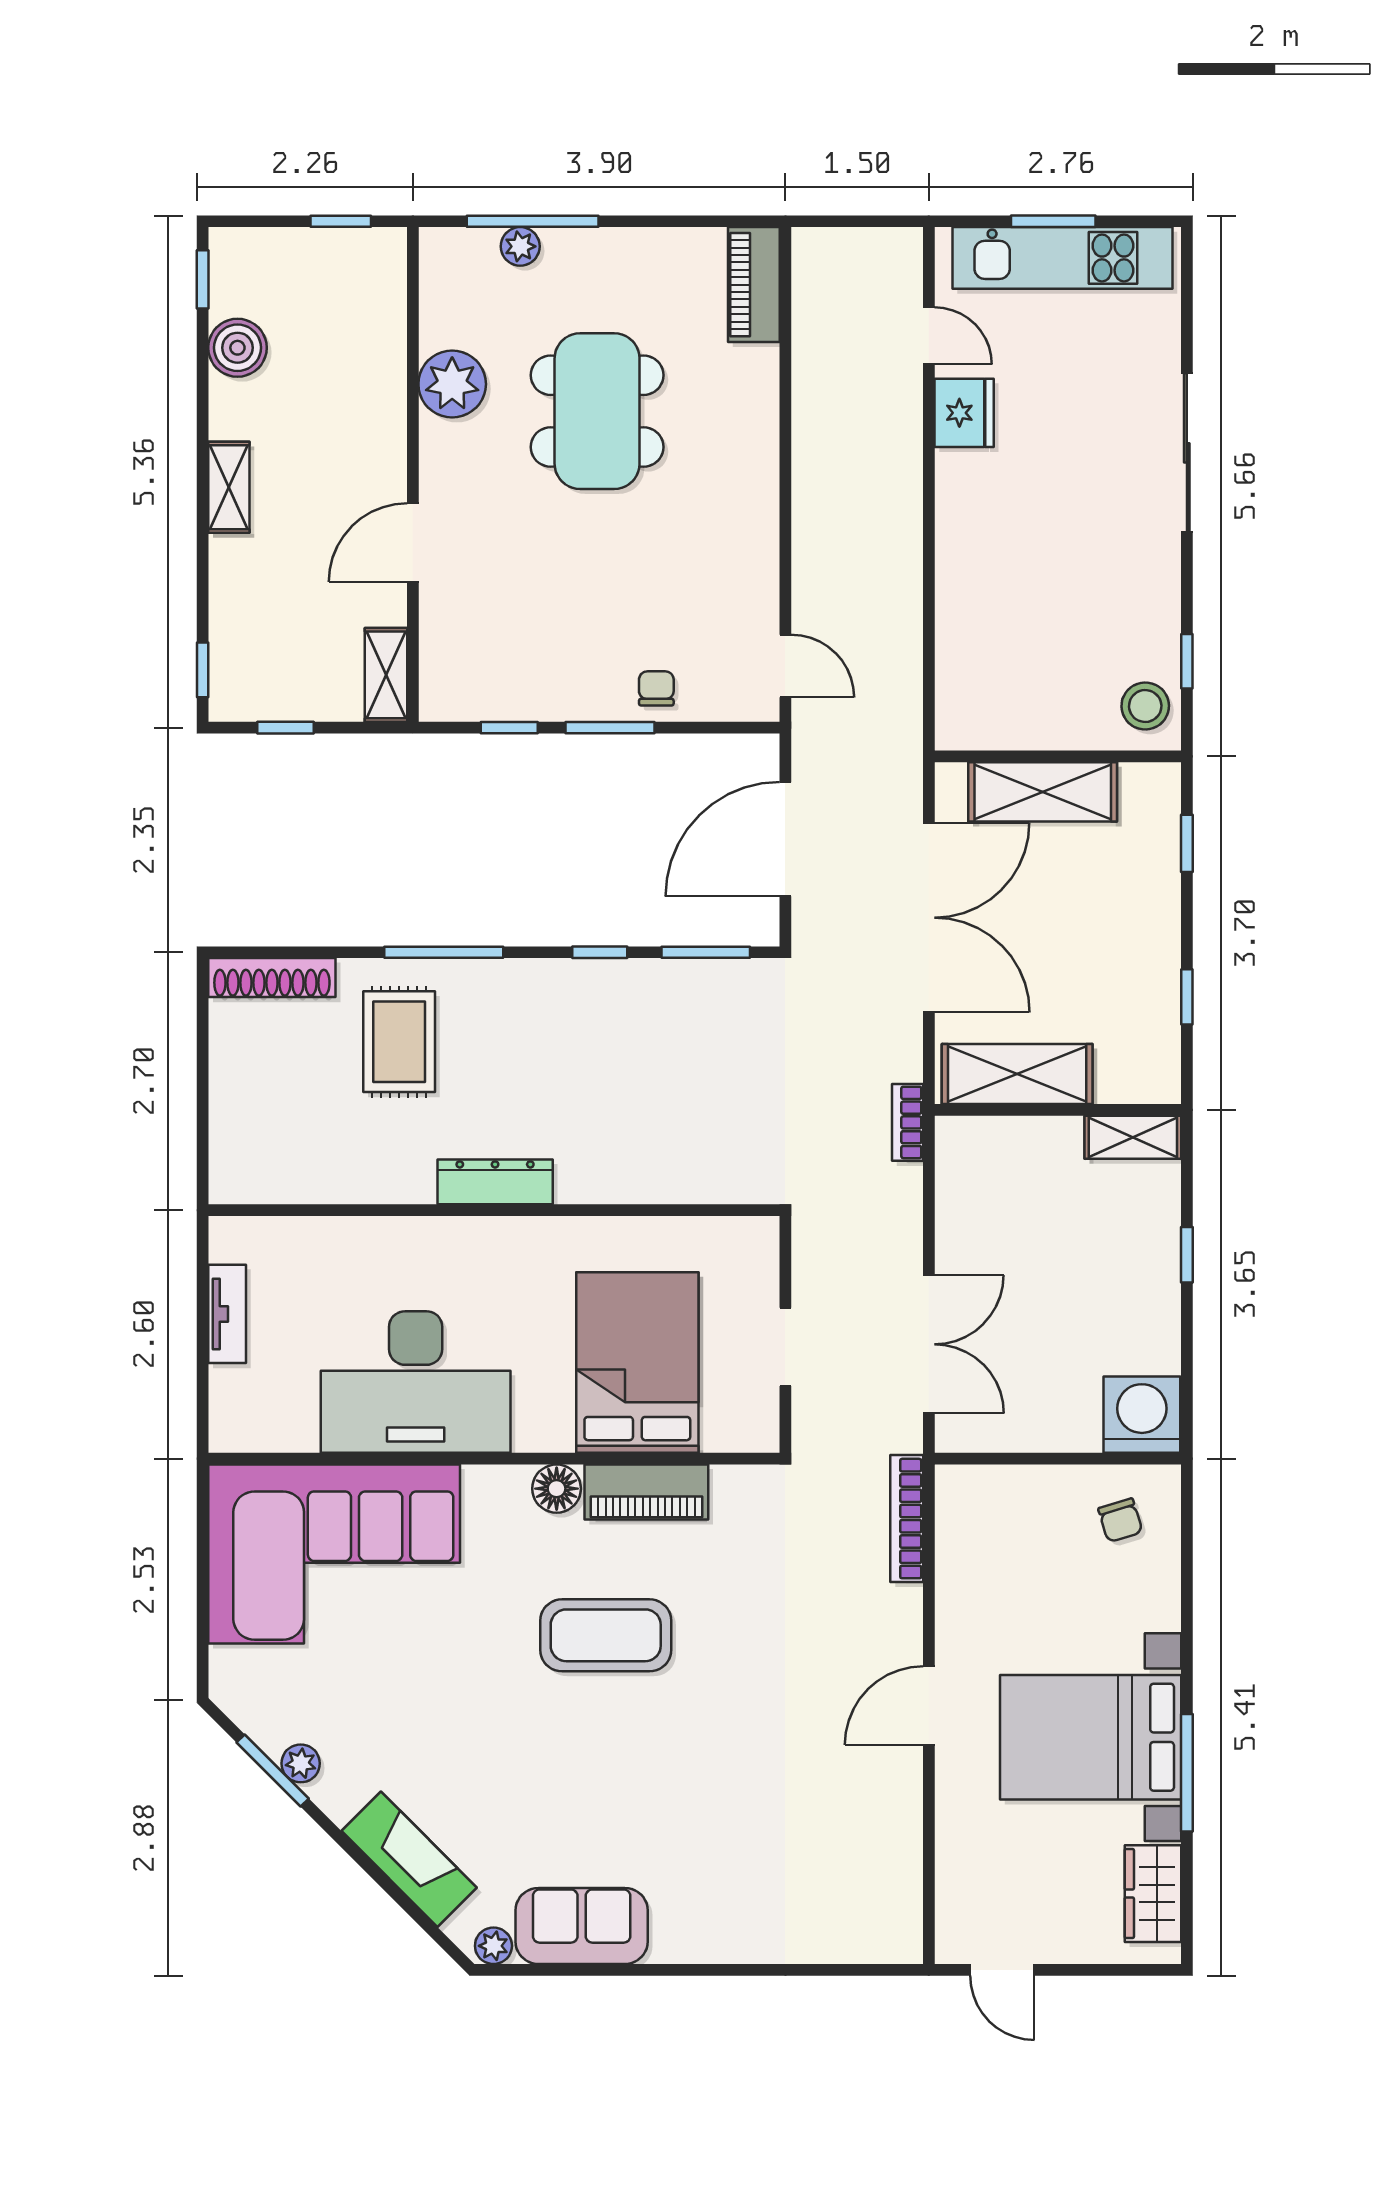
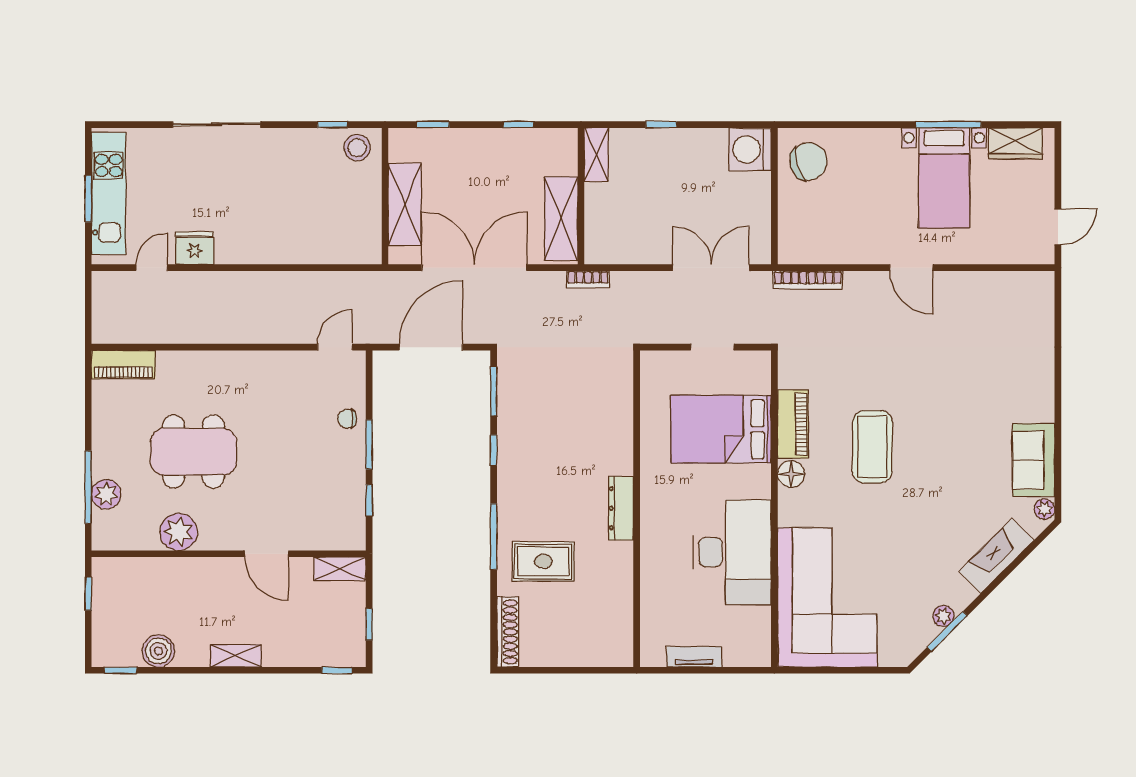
plant: (520, 246) -> (106, 494), width x1.38, depth x1.38
door: (785, 839) -> (431, 347), swing flipped
chair: (1120, 1520) -> (809, 161), width x1.87, depth x1.87
bed with nightstands: (1091, 1737) -> (944, 178), width x0.73

